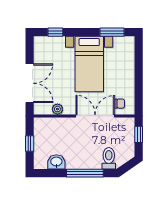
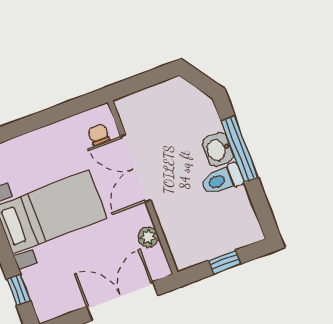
window: (139, 134) -> (139, 82), removed
toilet: (109, 158) -> (222, 180), moved
washbasin: (56, 162) -> (218, 150), moved

